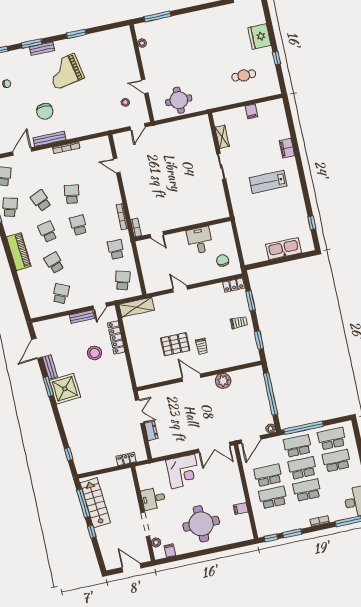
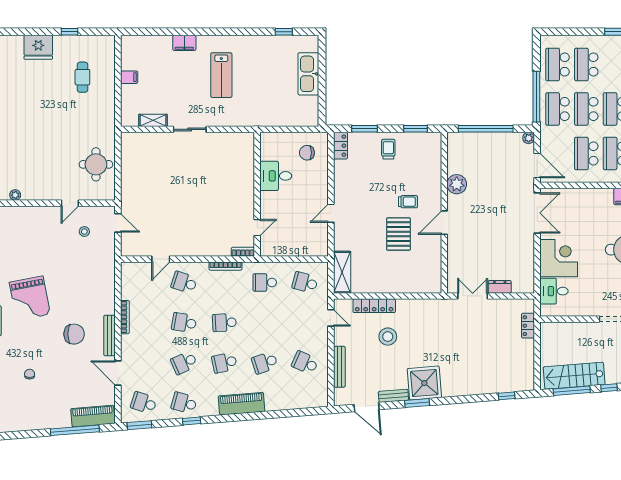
school desk: (103, 187) -> (184, 282), added
bench: (82, 317) -> (339, 367), moved, width x1.36
desk: (153, 499) -> (554, 291), moved, turned 90

